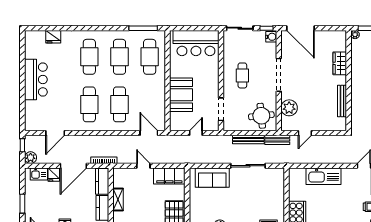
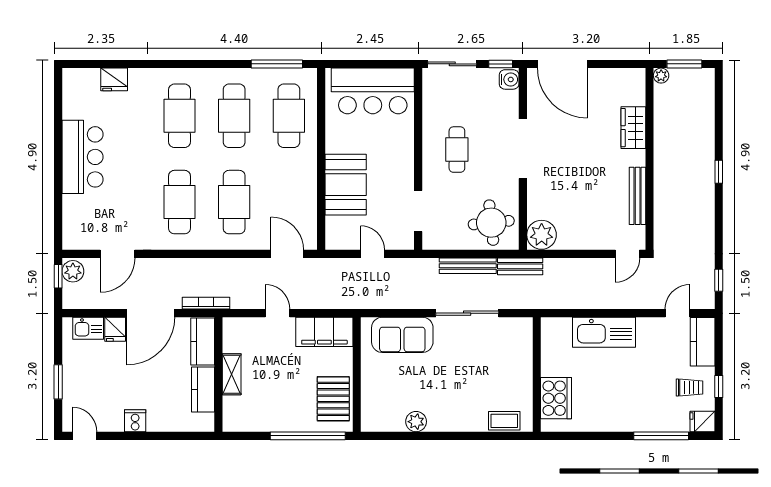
plant: (289, 108) -> (542, 235), moved
door: (196, 133) -> (373, 254), hinge flipped
door: (305, 133) -> (627, 254), moved
plant: (31, 158) -> (73, 271), moved

